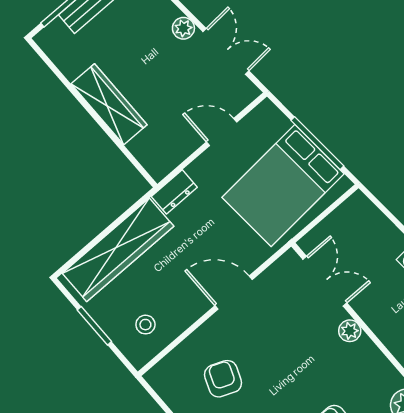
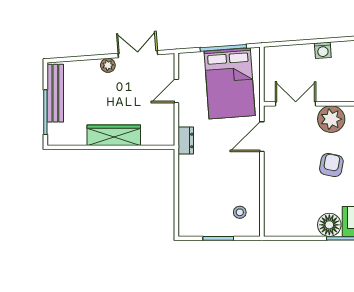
wardrobe: (118, 250) -> (191, 194), removed
door: (234, 293) -> (262, 137), moved
plant: (350, 331) -> (331, 119), width x1.88, depth x1.88
armchair: (223, 379) -> (331, 165), moved, turned 79

